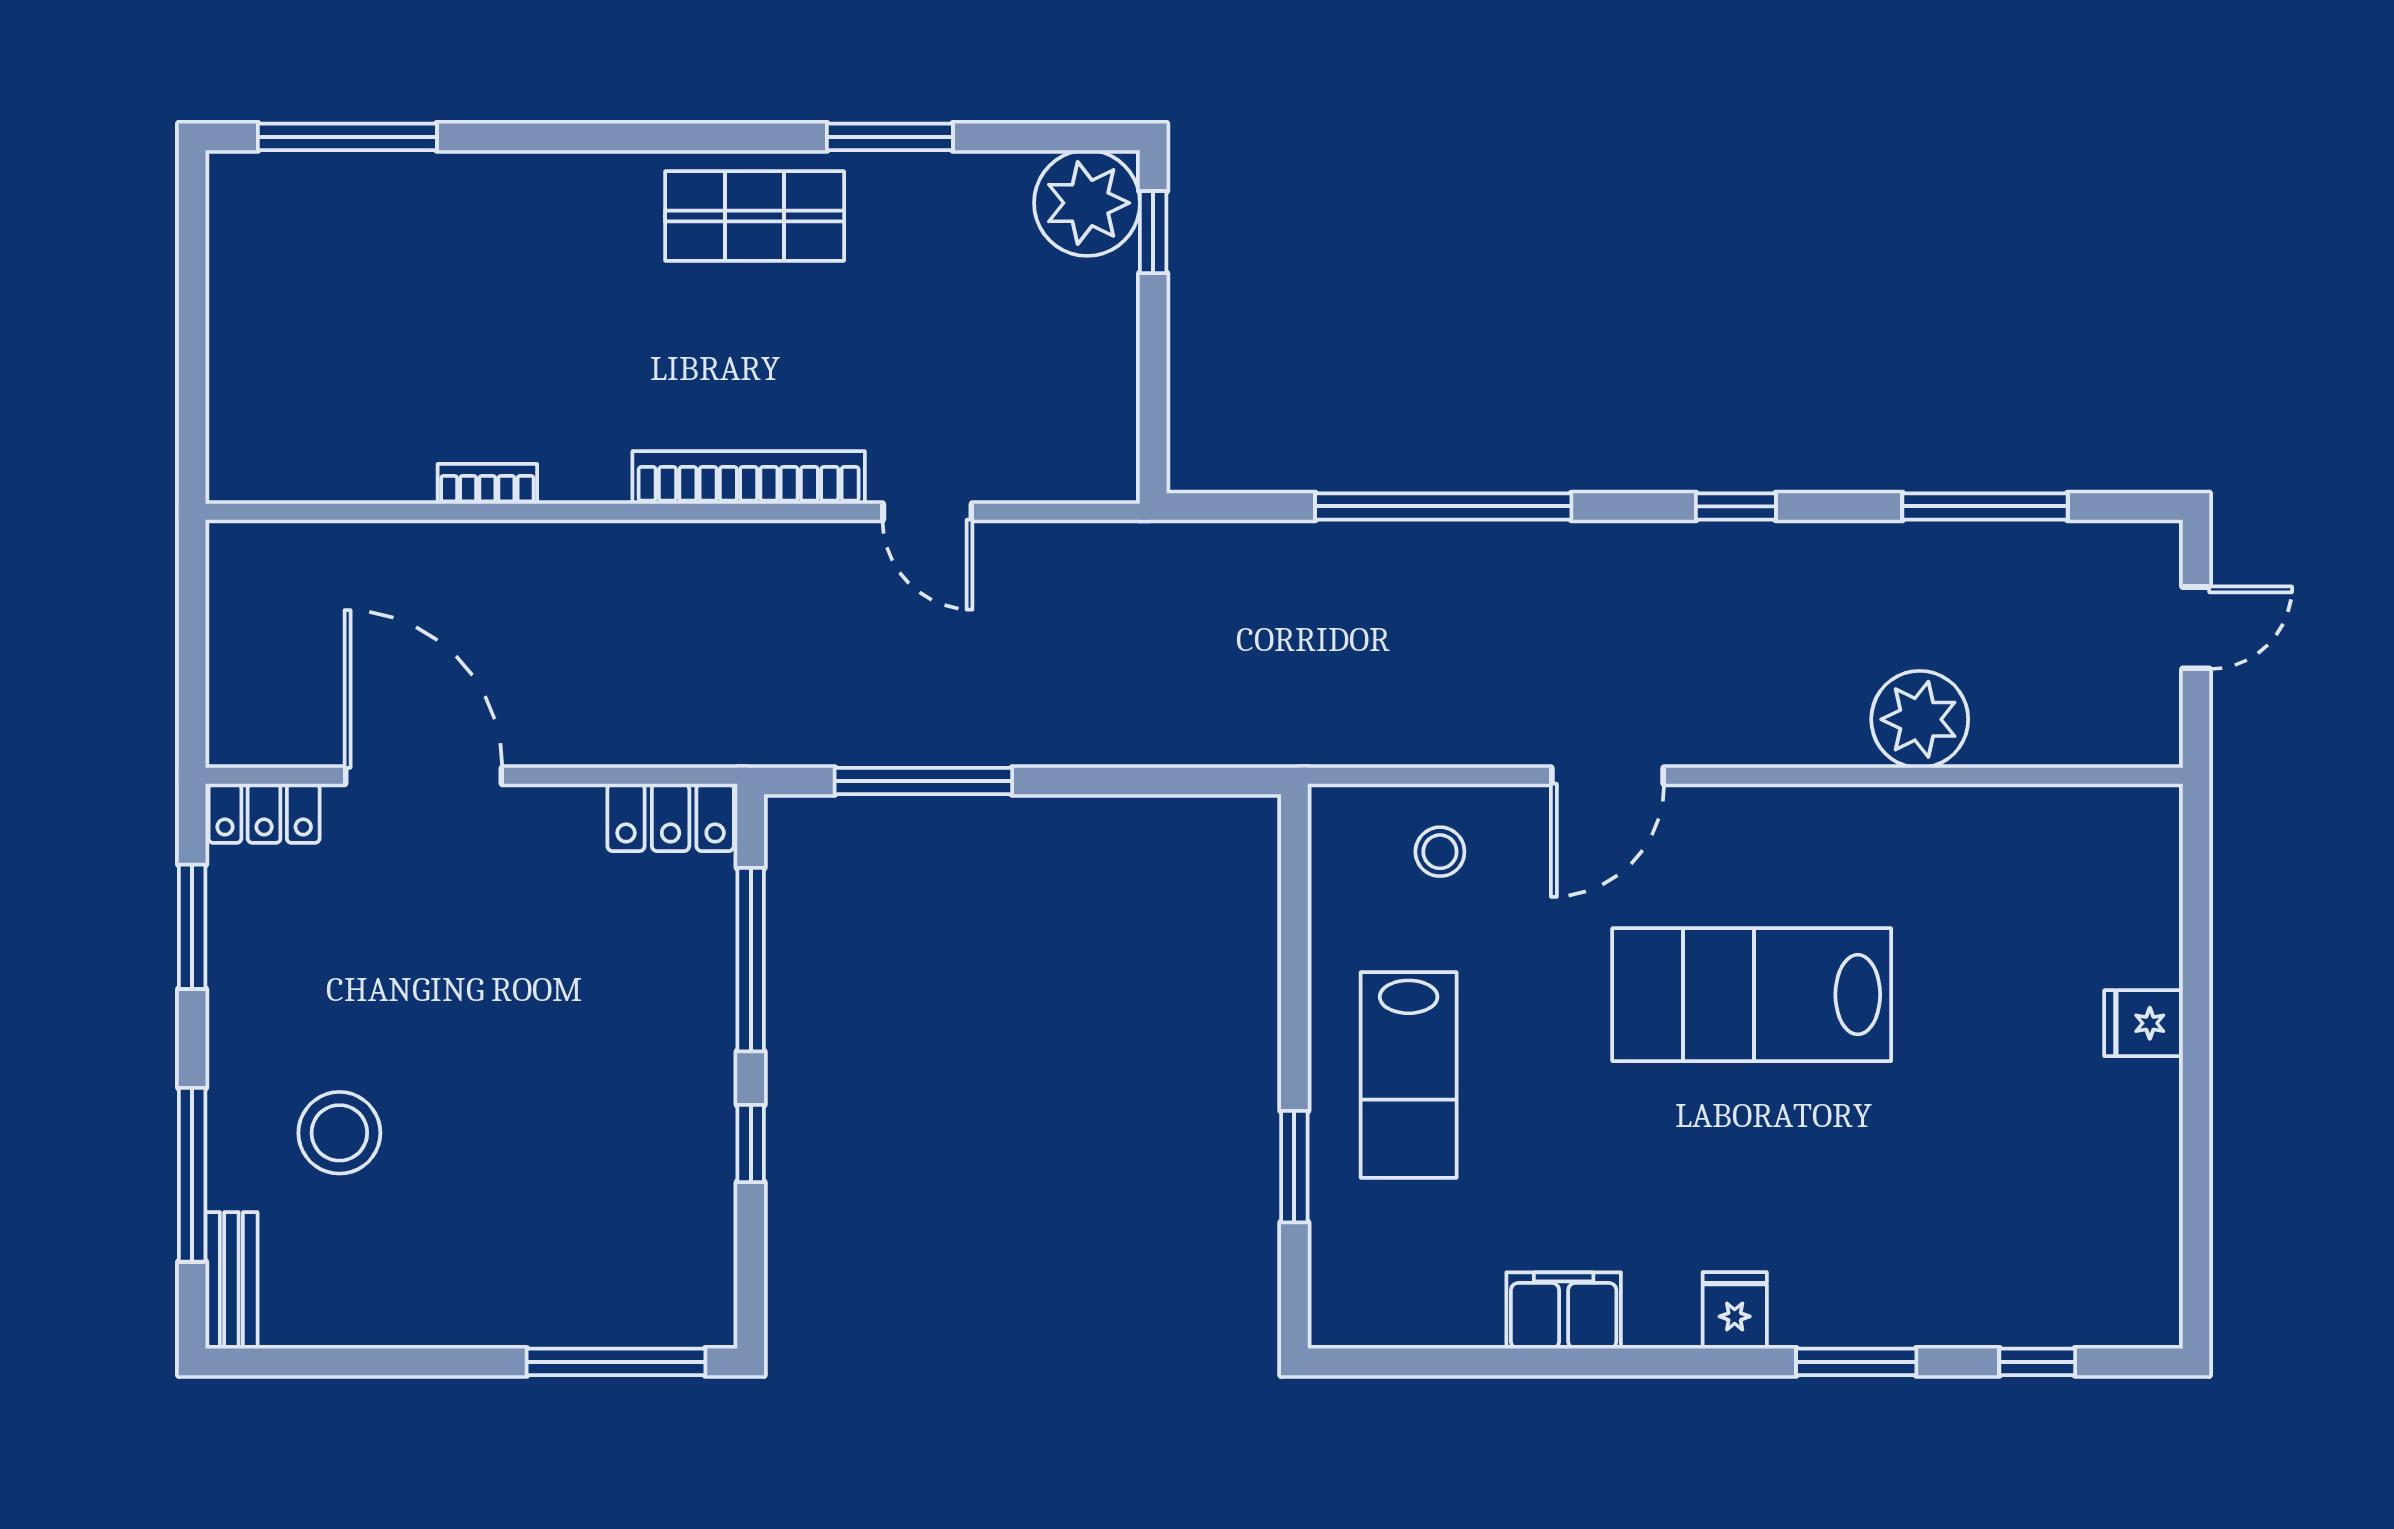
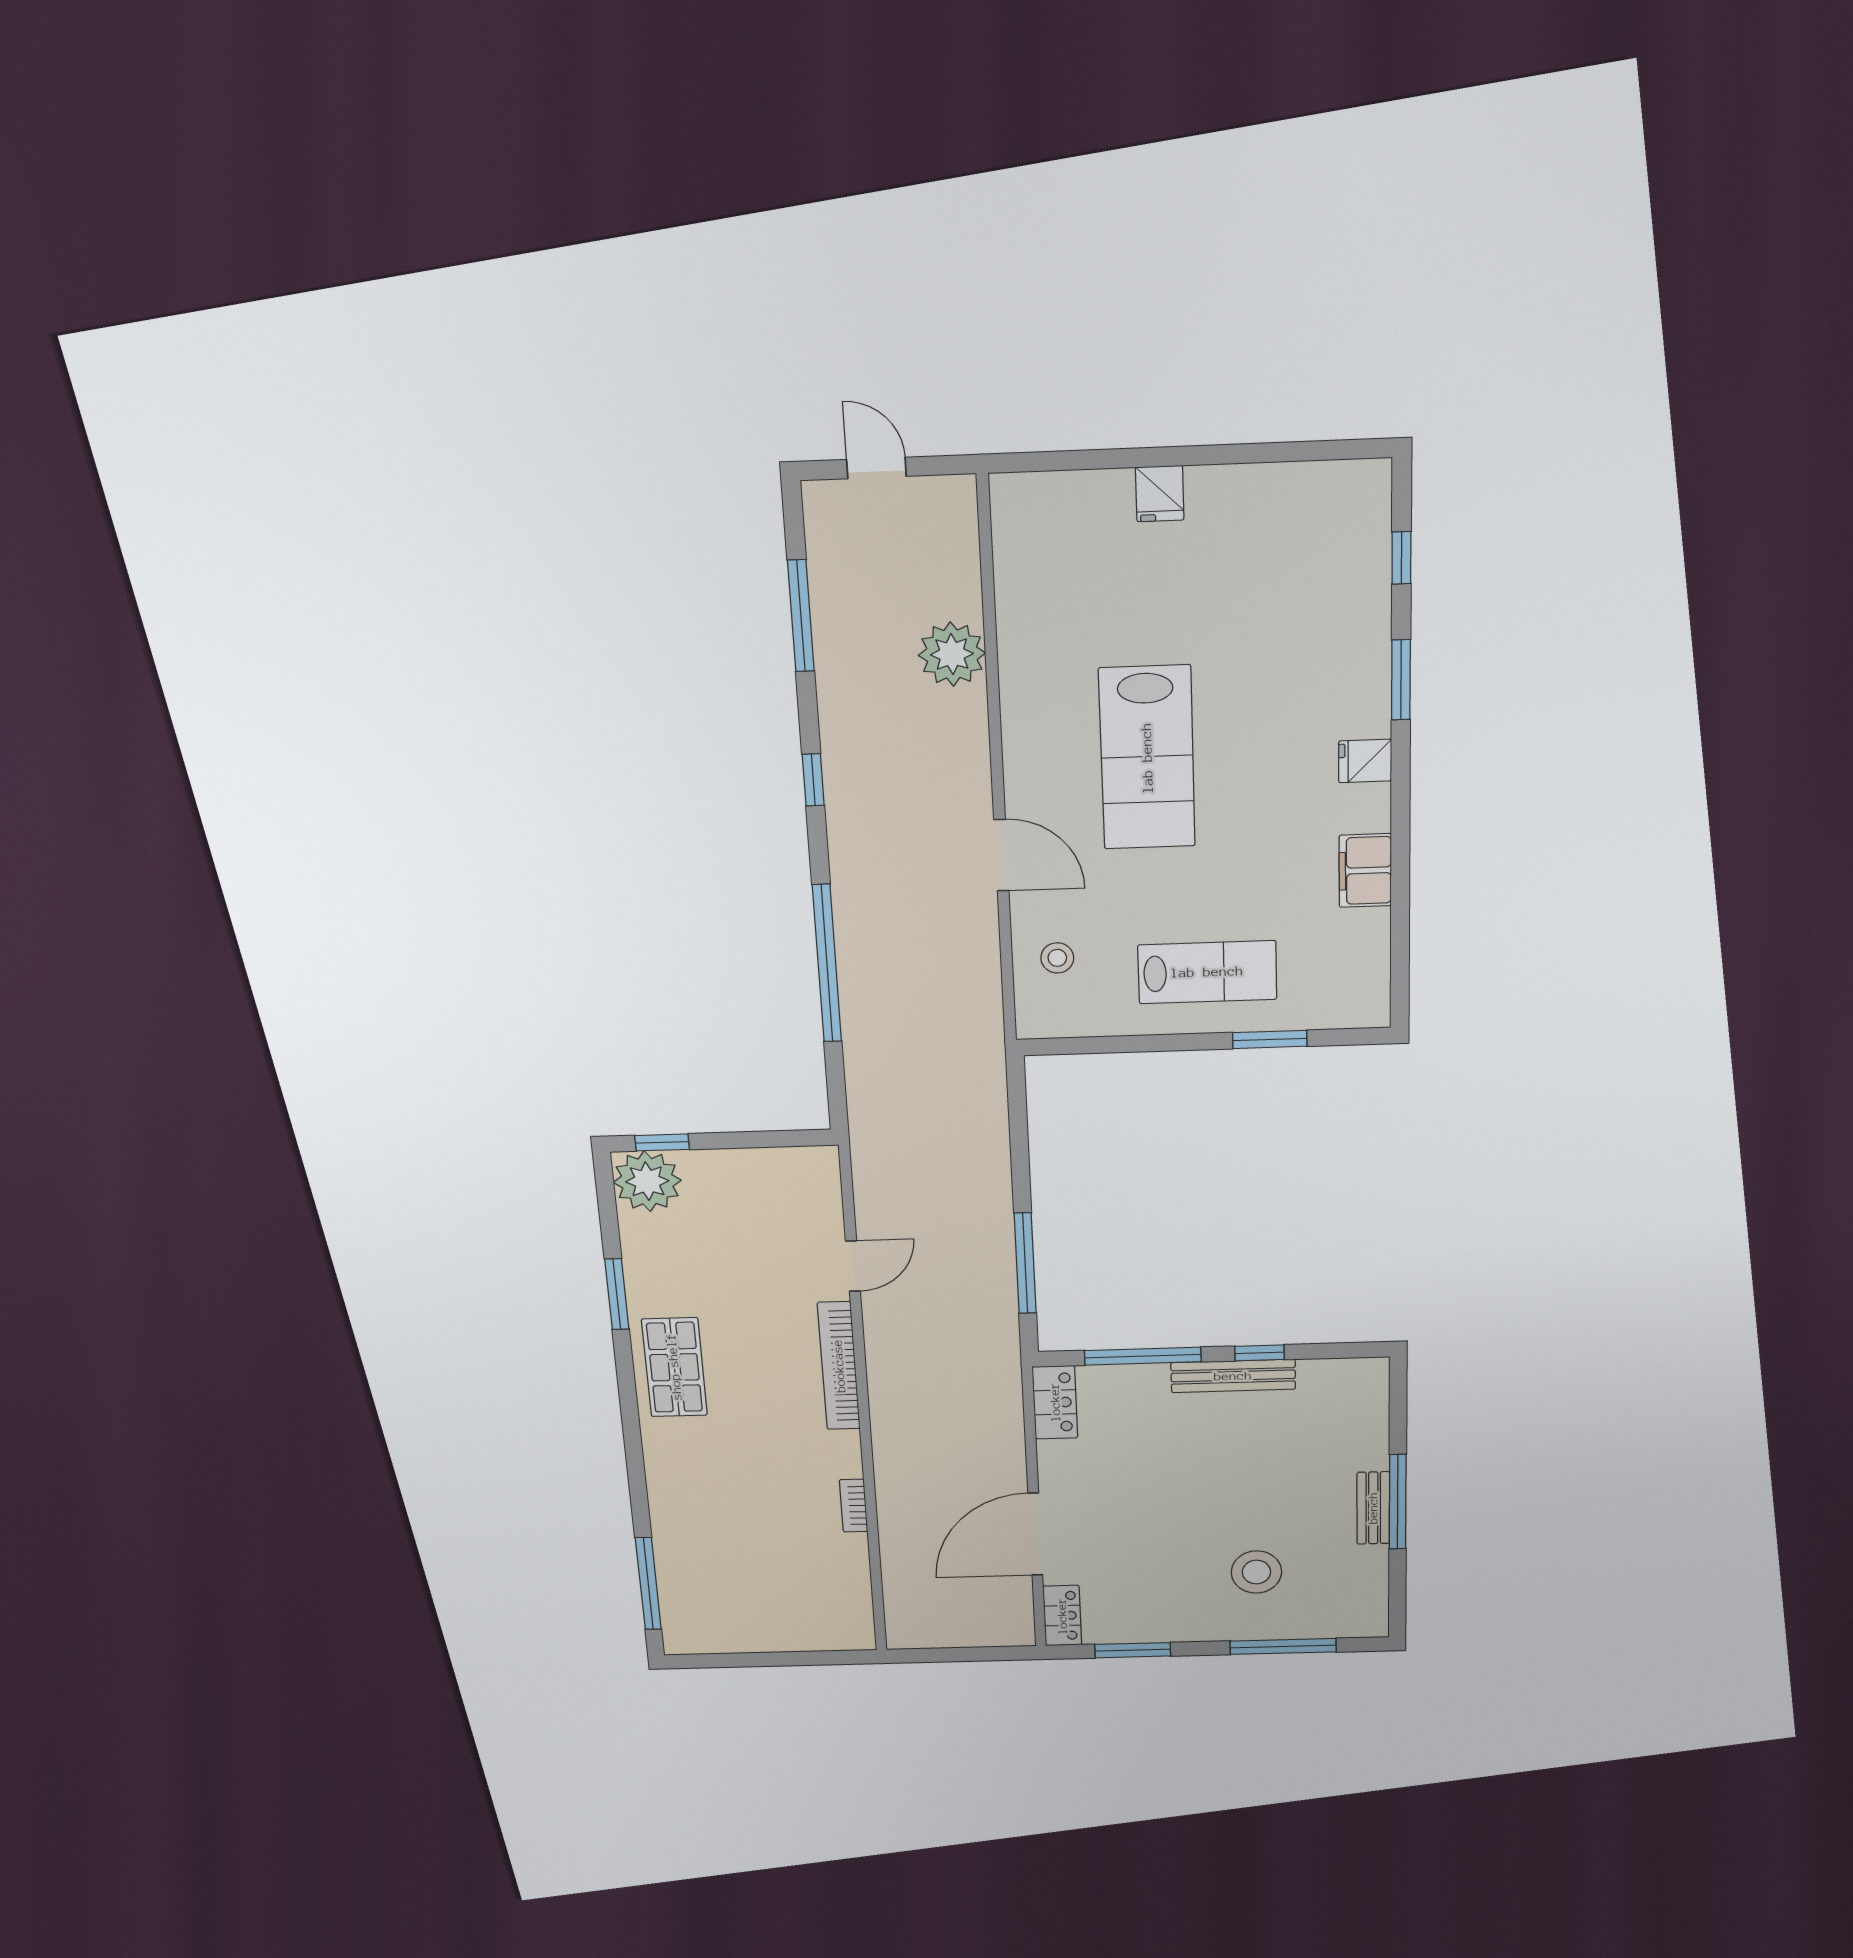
bench: (710, 1101) -> (1233, 1376), added
bench: (231, 1280) -> (1373, 1508), moved, turned 90
window: (616, 1362) -> (1398, 1502), moved

